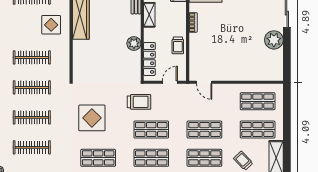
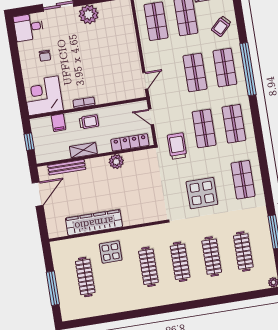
trolley: (178, 45) -> (89, 122), moved

